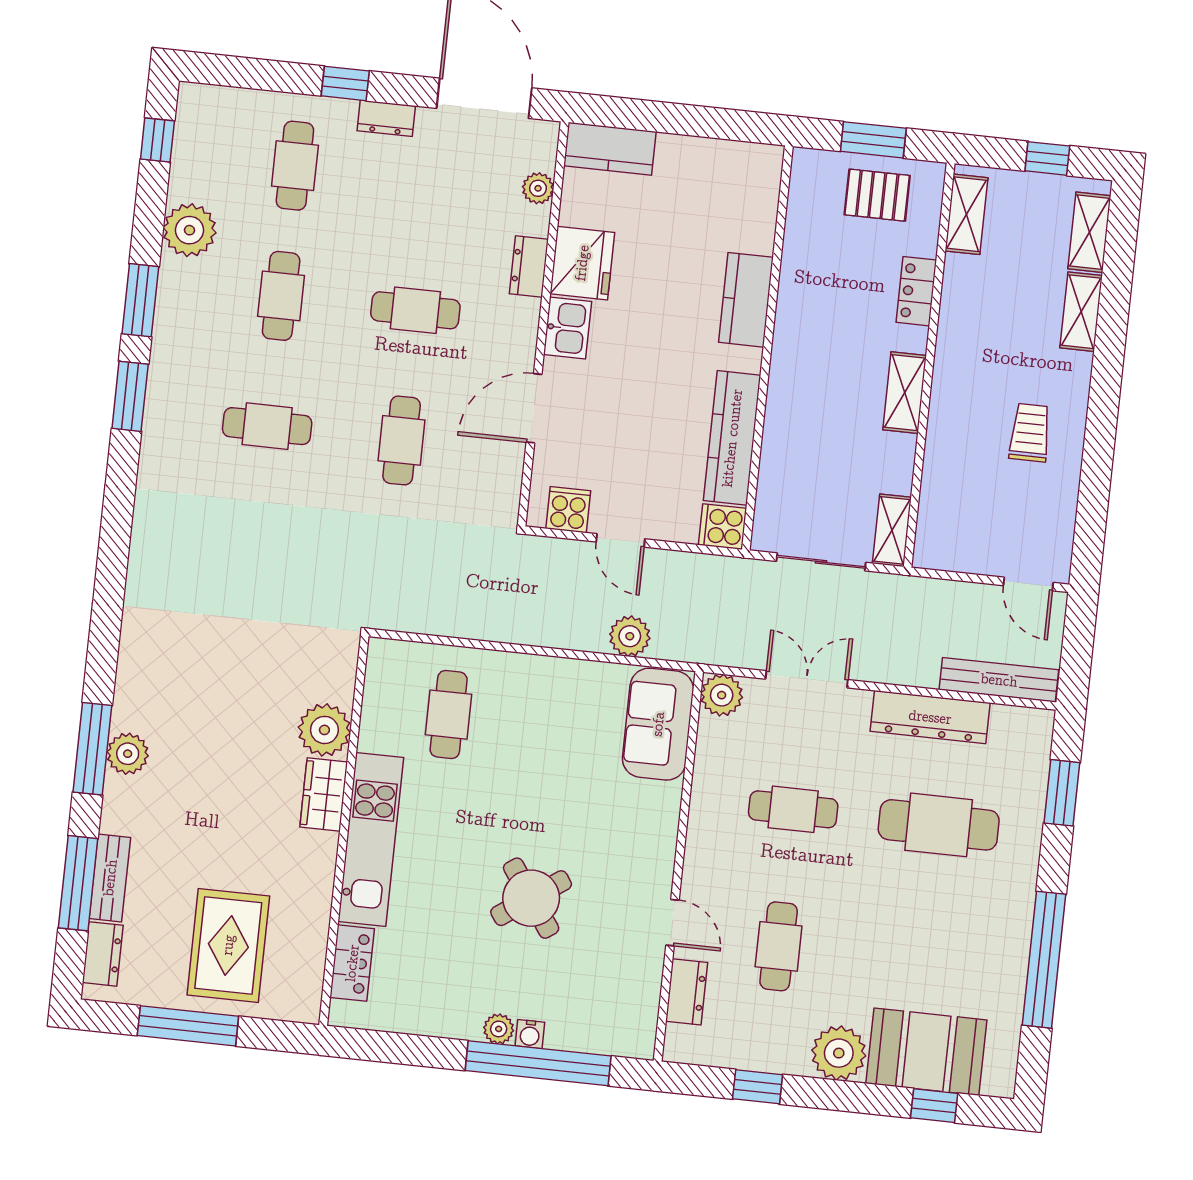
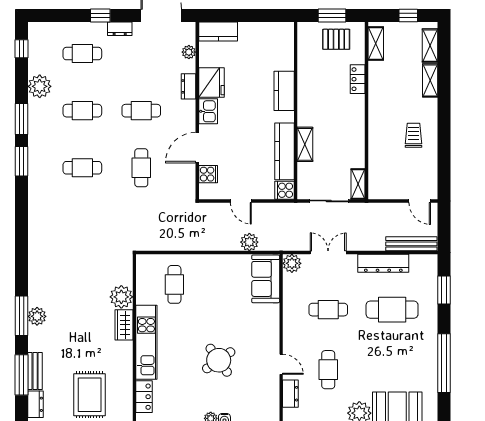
cafe table: (295, 166) -> (82, 54), turned 90
cafe table: (281, 296) -> (82, 111), turned 90
shelving: (905, 393) -> (305, 144), moved
cooker: (568, 510) -> (208, 174), moved, turned 90

